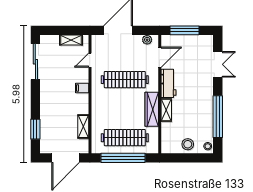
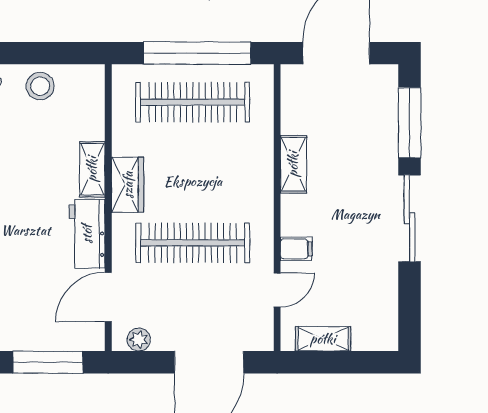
sliding door: (35, 62) -> (410, 218), moved
filing cabinet: (82, 88) -> (296, 249), moved
wardrobe: (152, 109) -> (128, 185), width x0.67
shelving: (83, 127) -> (293, 164), moved
window: (35, 129) -> (410, 123), width x1.44

